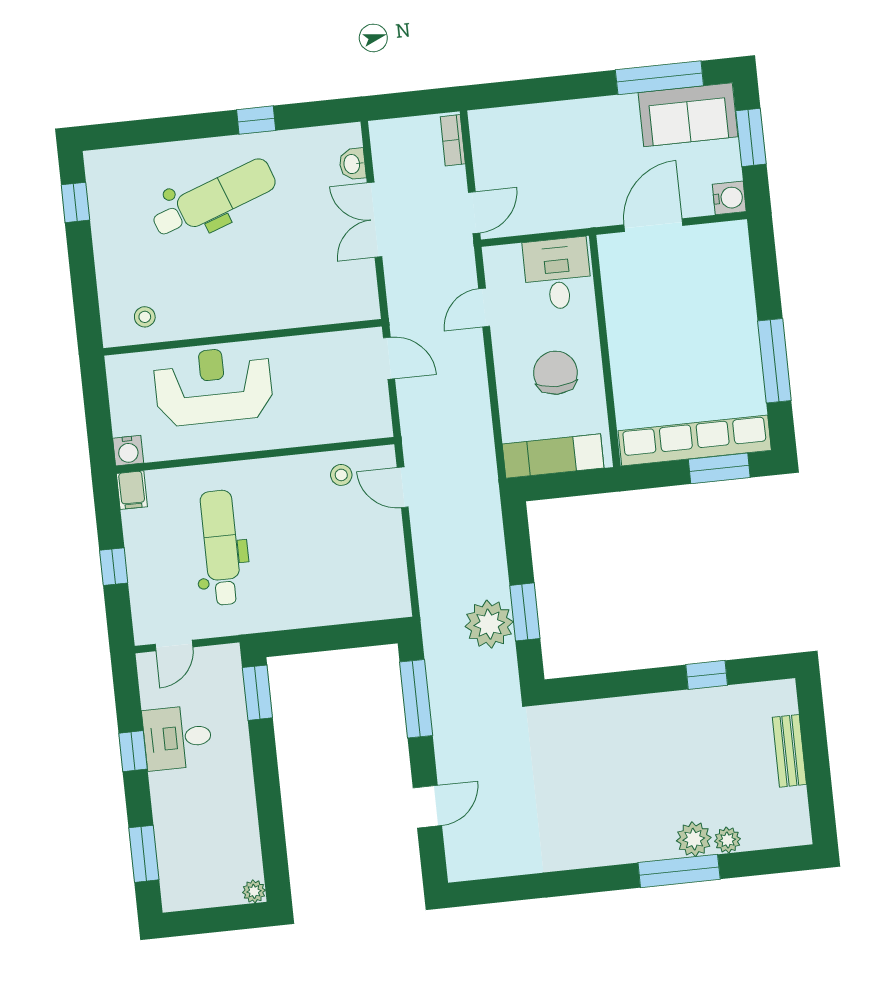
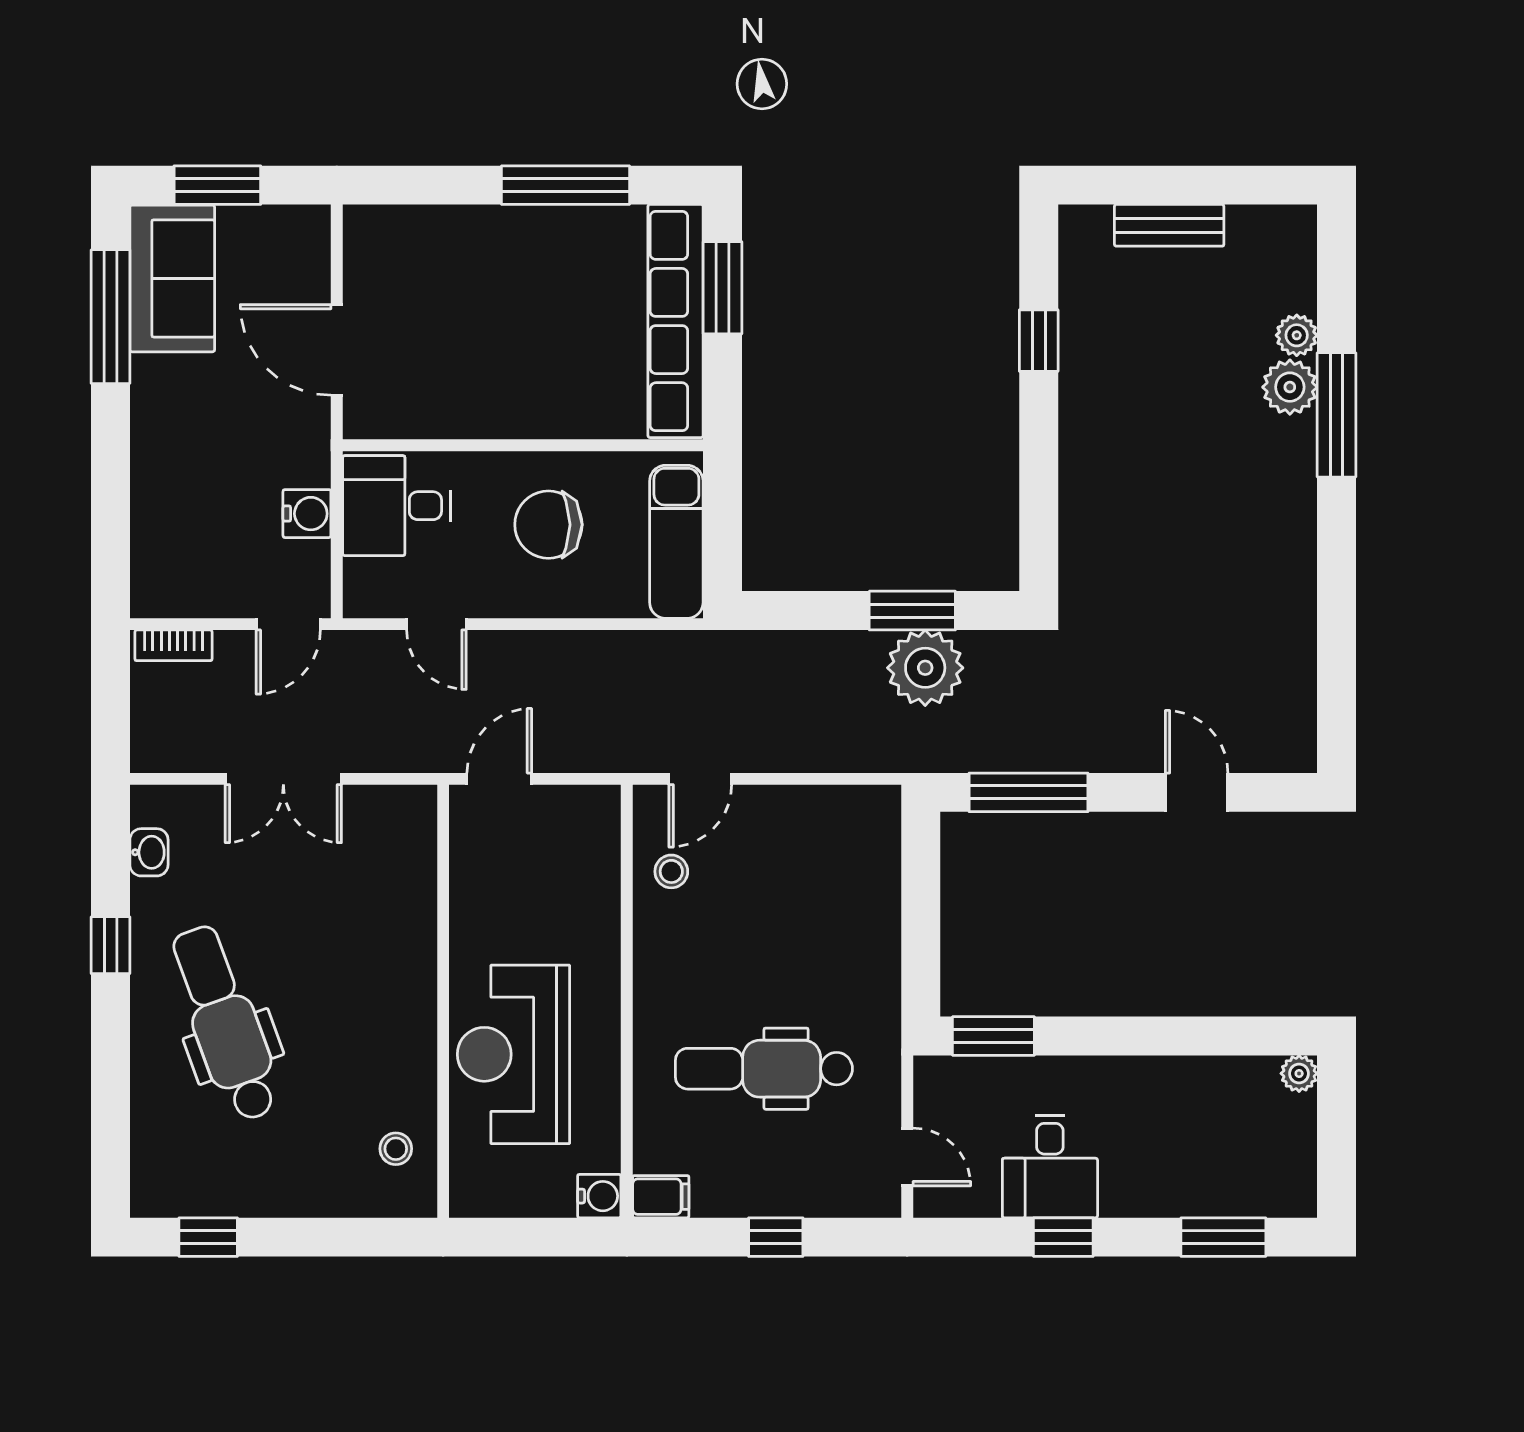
washbasin: (352, 164) -> (149, 852), moved, turned -90
water cooler: (729, 198) -> (307, 514), moved, turned 90
door: (474, 213) -> (288, 624), swing flipped

